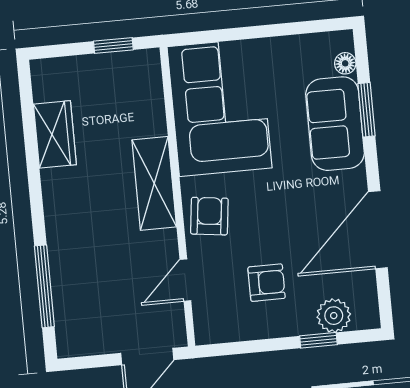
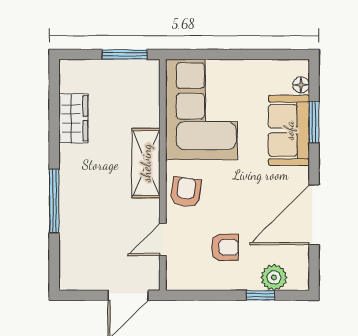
window: (113, 46) -> (125, 54), width x1.50
window: (44, 286) -> (54, 201), moved

